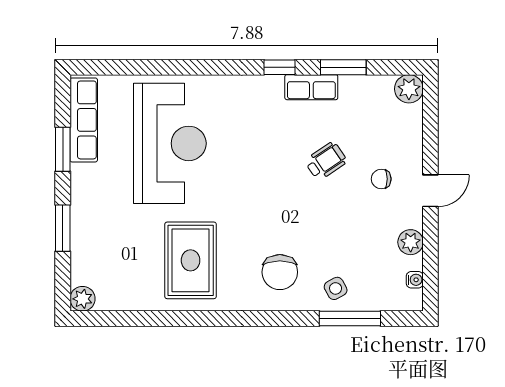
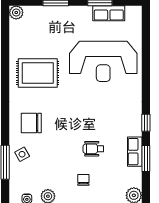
row of seats: (311, 87) -> (135, 152), moved
row of seats: (84, 120) -> (109, 13), width x0.68
wheelchair: (326, 161) -> (93, 149), turned 124

